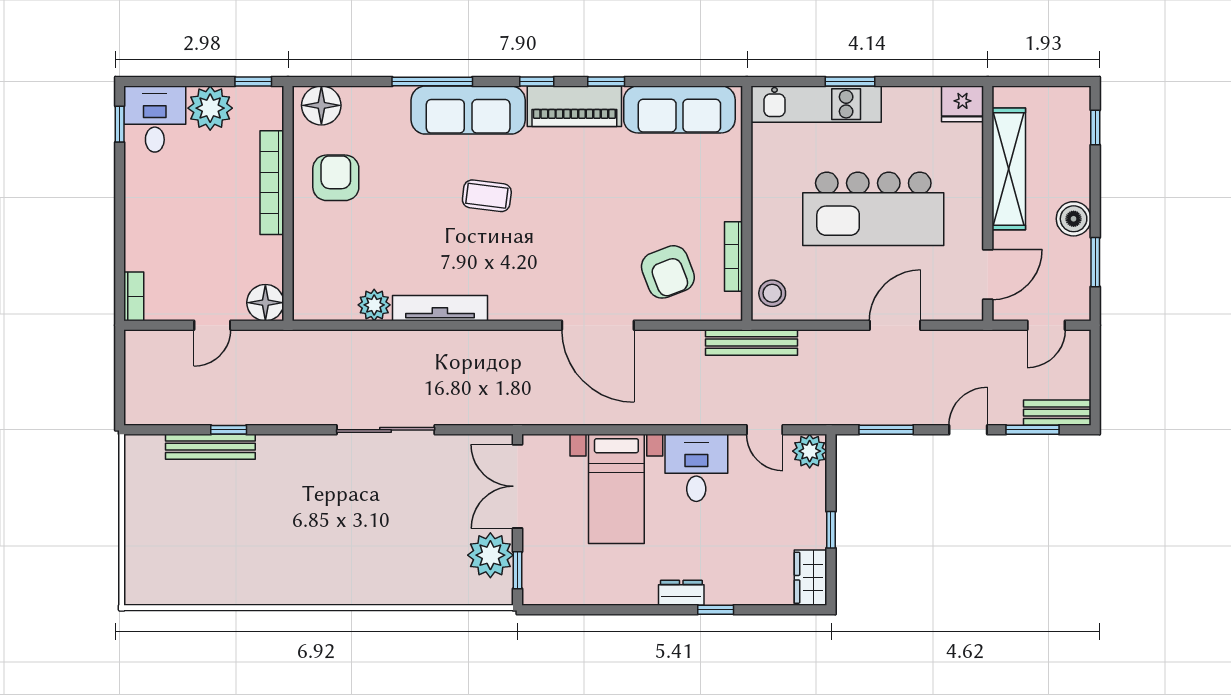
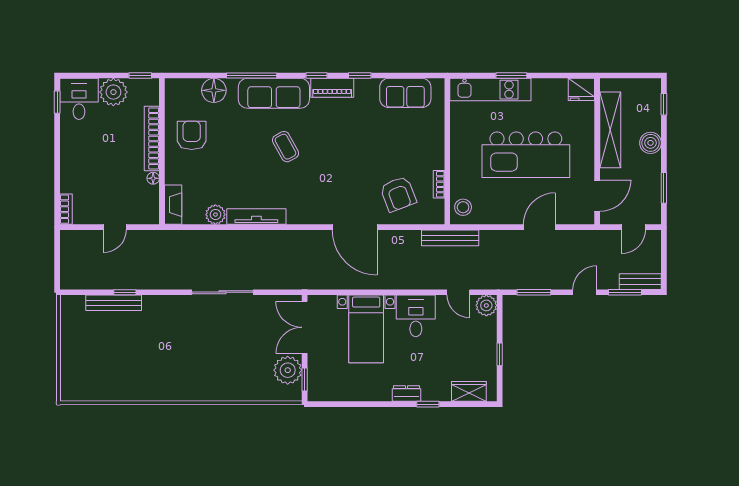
floor lamp: (321, 105) -> (214, 90), moved
piano: (574, 106) -> (332, 88), width x0.73, depth x0.75
sofa: (679, 109) -> (405, 93), width x0.73
coffee table: (487, 196) -> (286, 147), turned 54
boiler: (1074, 219) -> (650, 143), moved
bookcase: (733, 256) -> (439, 184), width x0.64
fireplace: (306, 289) -> (173, 205), added
floor lamp: (265, 303) -> (153, 178), moved, width x0.53, depth x0.53
wardrobe: (810, 578) -> (469, 391), moved, turned 90

